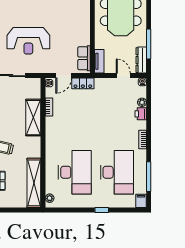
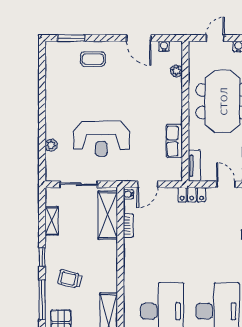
row of seats: (84, 58) -> (174, 141), moved
locker: (83, 83) -> (192, 195), moved
shelving: (33, 118) -> (108, 215), moved

